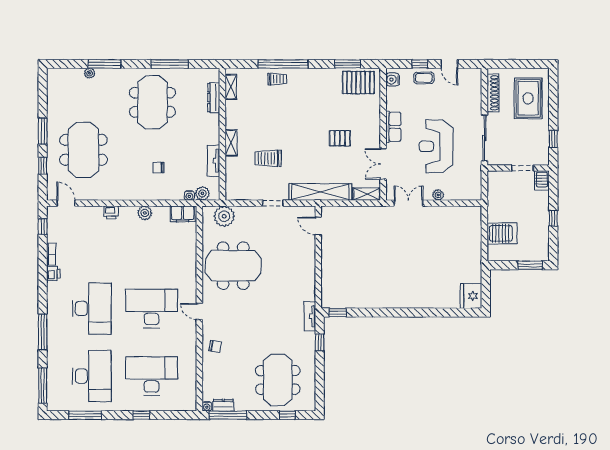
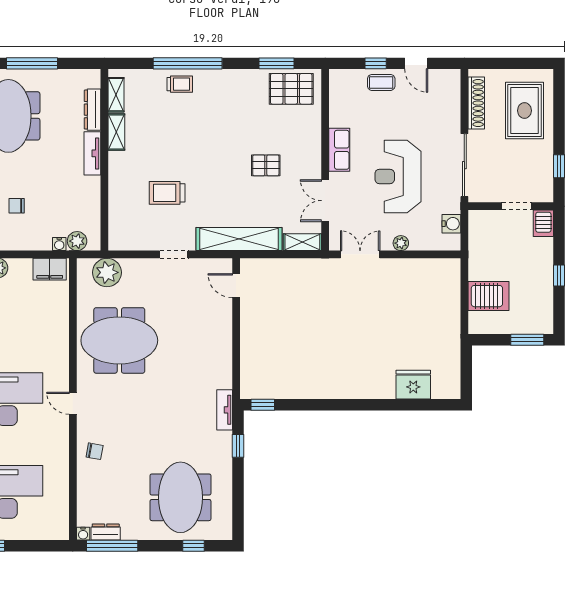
water cooler: (393, 80) -> (451, 224), moved, turned 180
shelving: (231, 143) -> (116, 132), moved
tv unit: (214, 161) -> (92, 153), moved
fridge: (471, 296) -> (413, 385), moved, turned 90

